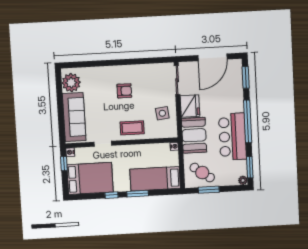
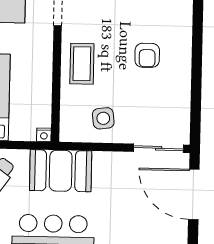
door: (212, 57) -> (194, 194), moved
fridge: (190, 106) -> (112, 167), removed

